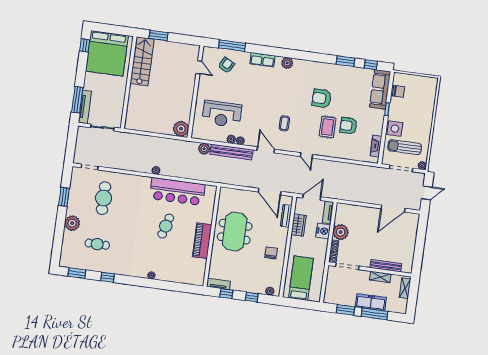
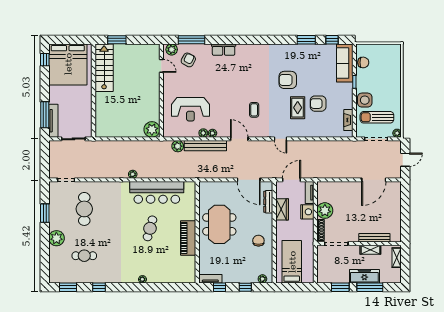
plant: (287, 63) -> (172, 49), moved

